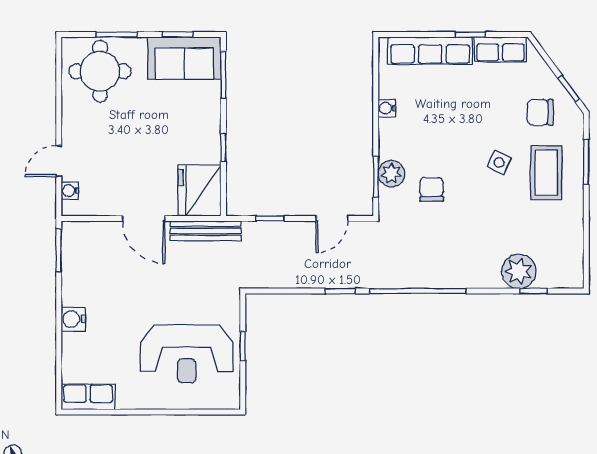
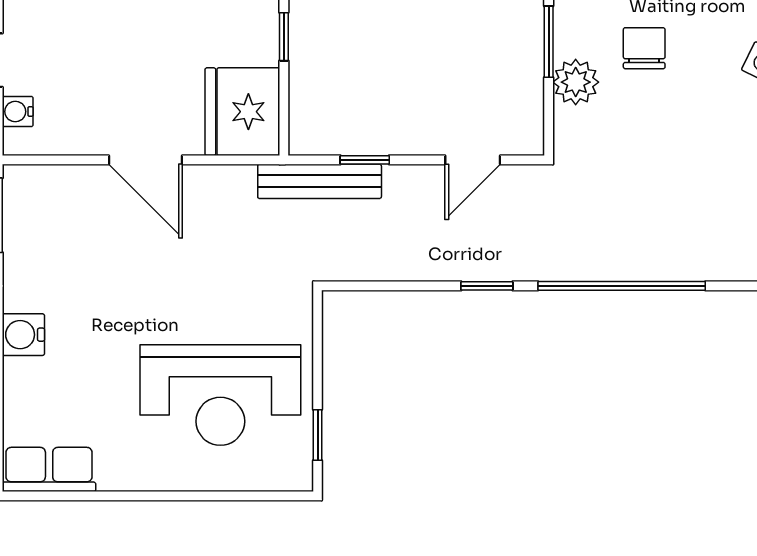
window: (376, 177) -> (549, 42), moved
chair: (432, 189) -> (644, 48), moved
bench: (206, 231) -> (320, 181), moved
window: (243, 346) -> (318, 435), moved

